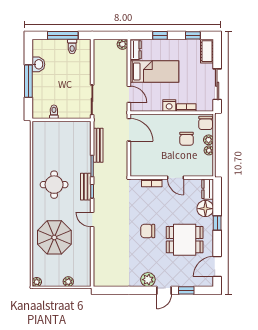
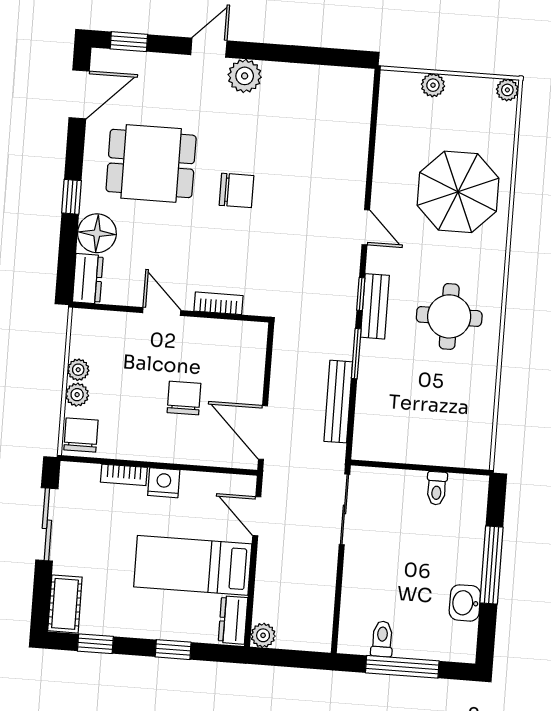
chair: (187, 139) -> (184, 398), moved
window: (186, 290) -> (129, 42), moved

